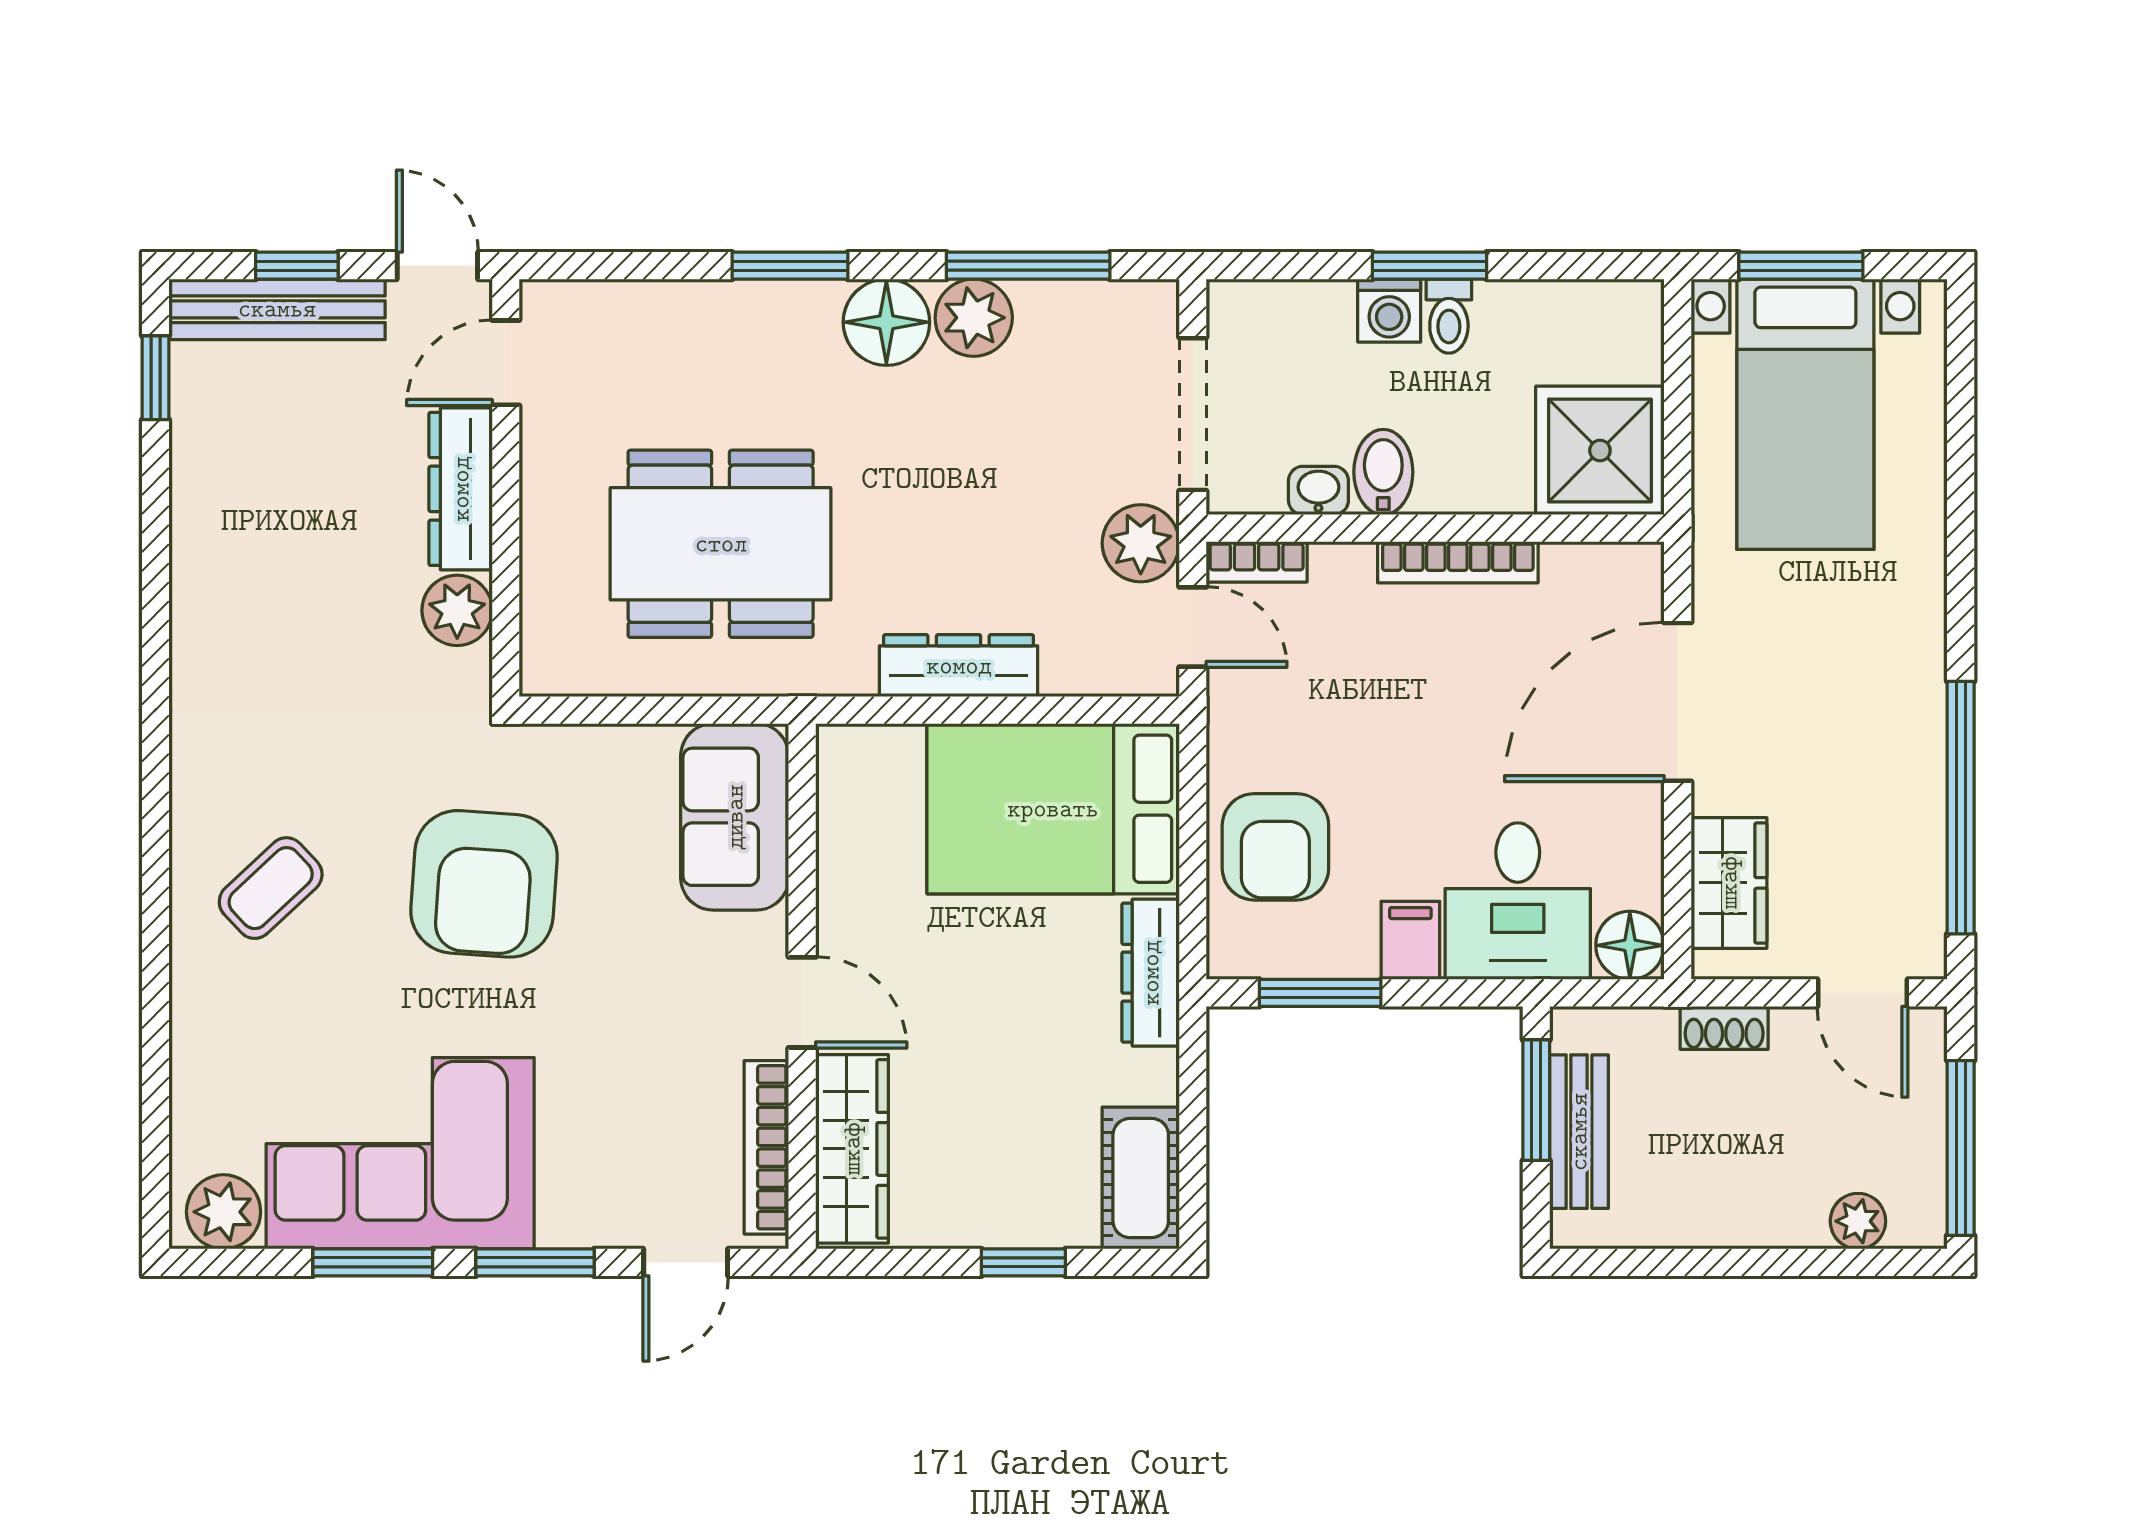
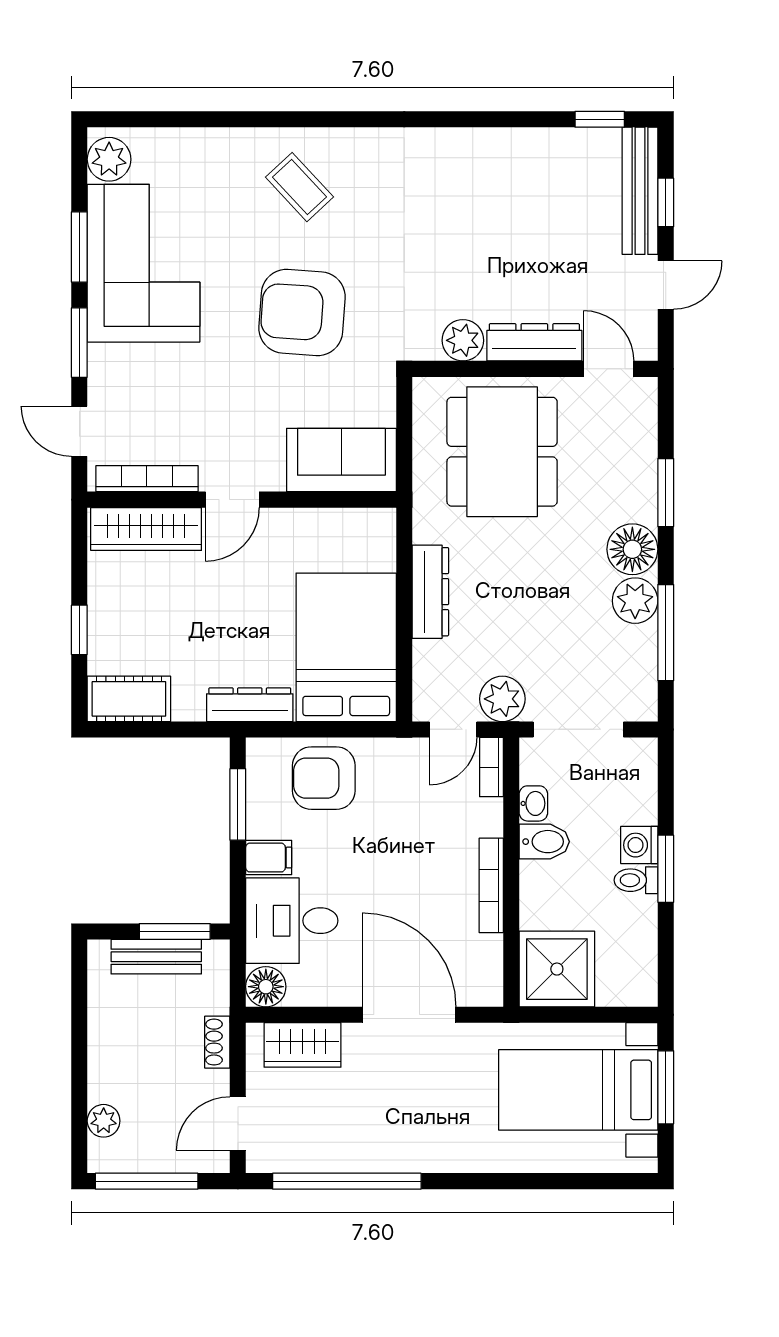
door: (506, 363) -> (609, 369), moved
wall: (506, 488) -> (535, 369), moved
dresser: (461, 489) -> (534, 342), moved
plant: (457, 610) -> (463, 340), moved

